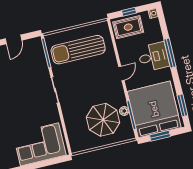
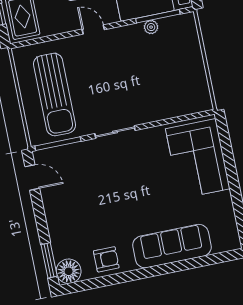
door: (13, 39) -> (32, 177), moved
parasol: (103, 120) -> (163, 60), removed

